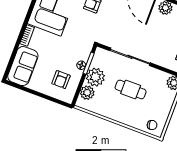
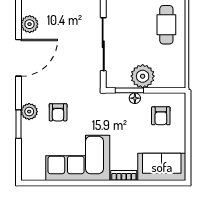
armchair: (61, 80) -> (161, 116), turned 90
cafe table: (131, 89) -> (166, 25), moved
plant: (87, 93) -> (165, 79), removed

